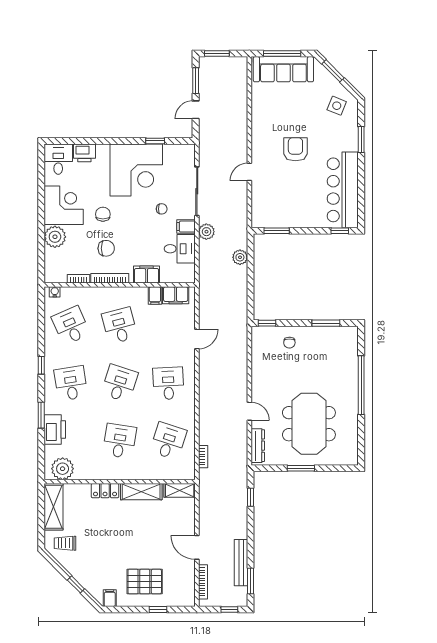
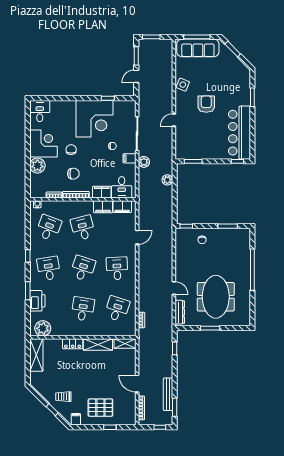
side table: (337, 106) -> (183, 85), moved
printer: (84, 153) -> (58, 107), removed
desk: (180, 249) -> (122, 187), moved, turned 90
filing cabinet: (155, 296) -> (103, 207), width x2.00
desk: (71, 326) -> (49, 228), turned 45
trolley: (65, 543) -> (63, 397), moved

